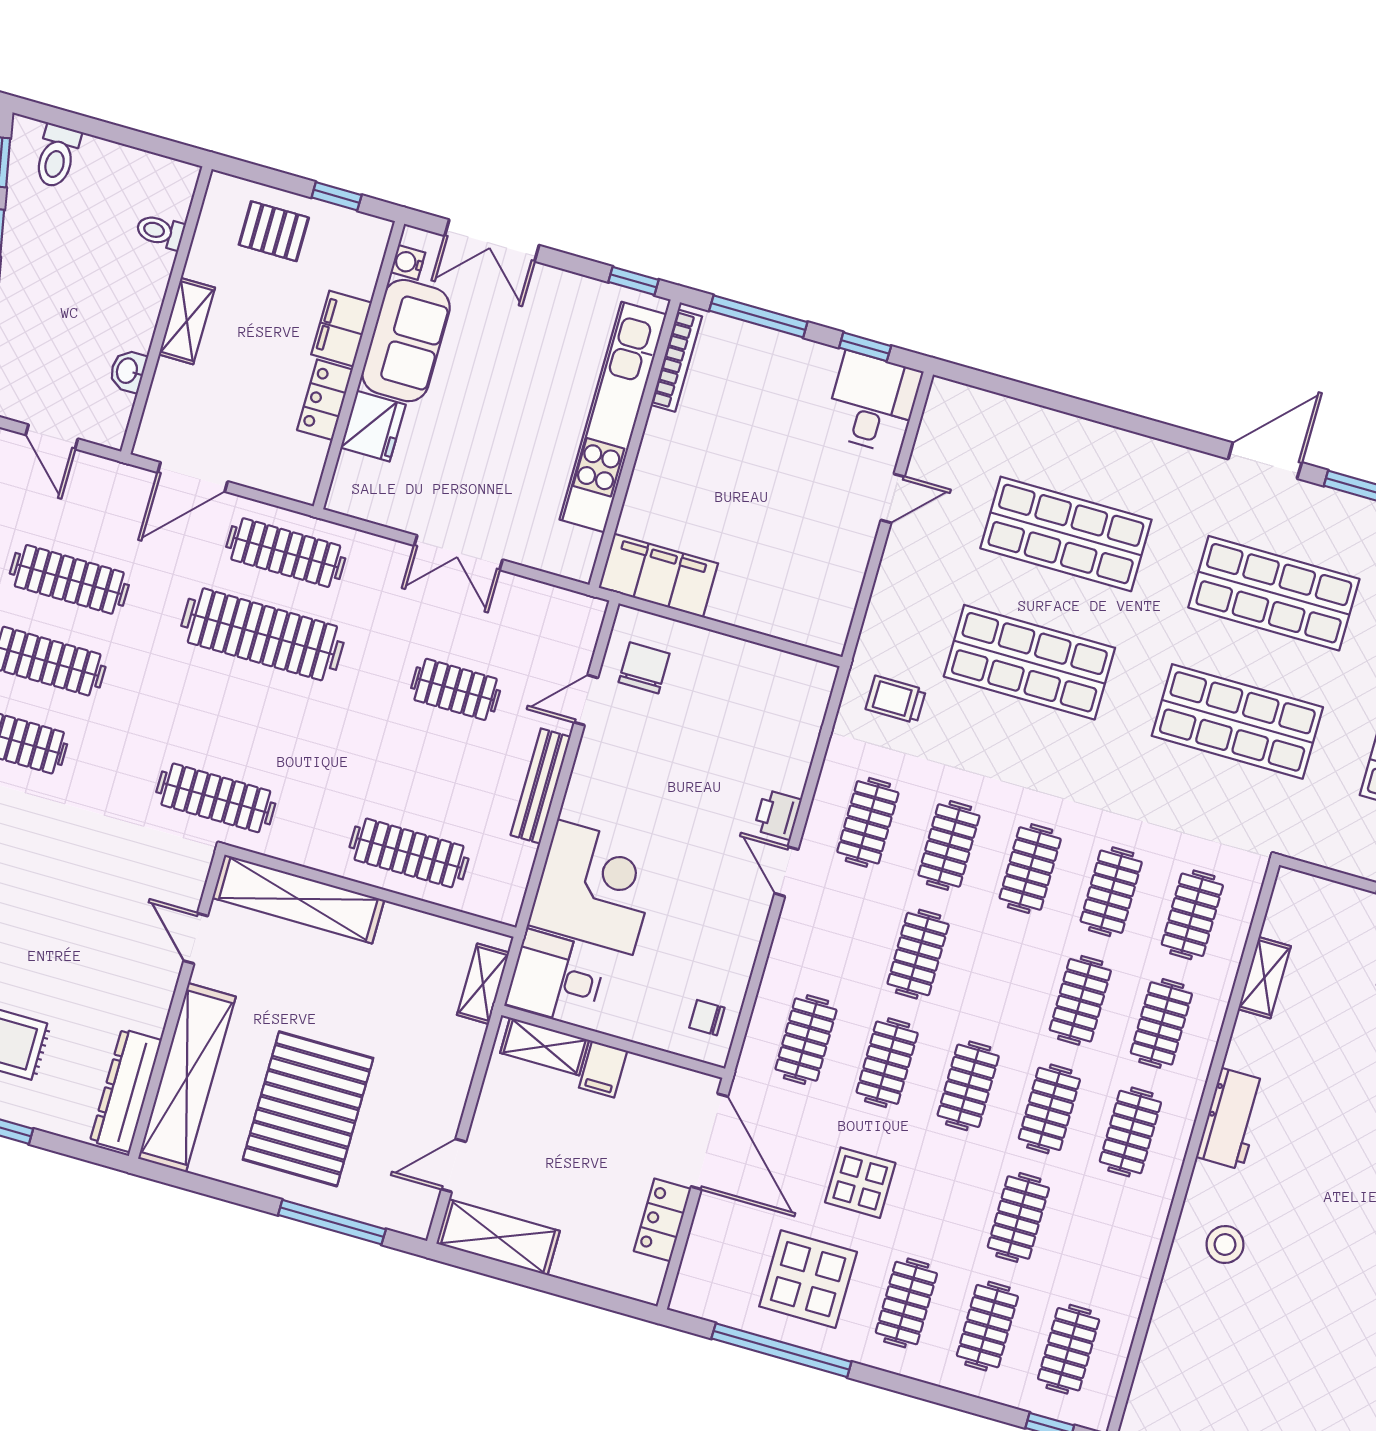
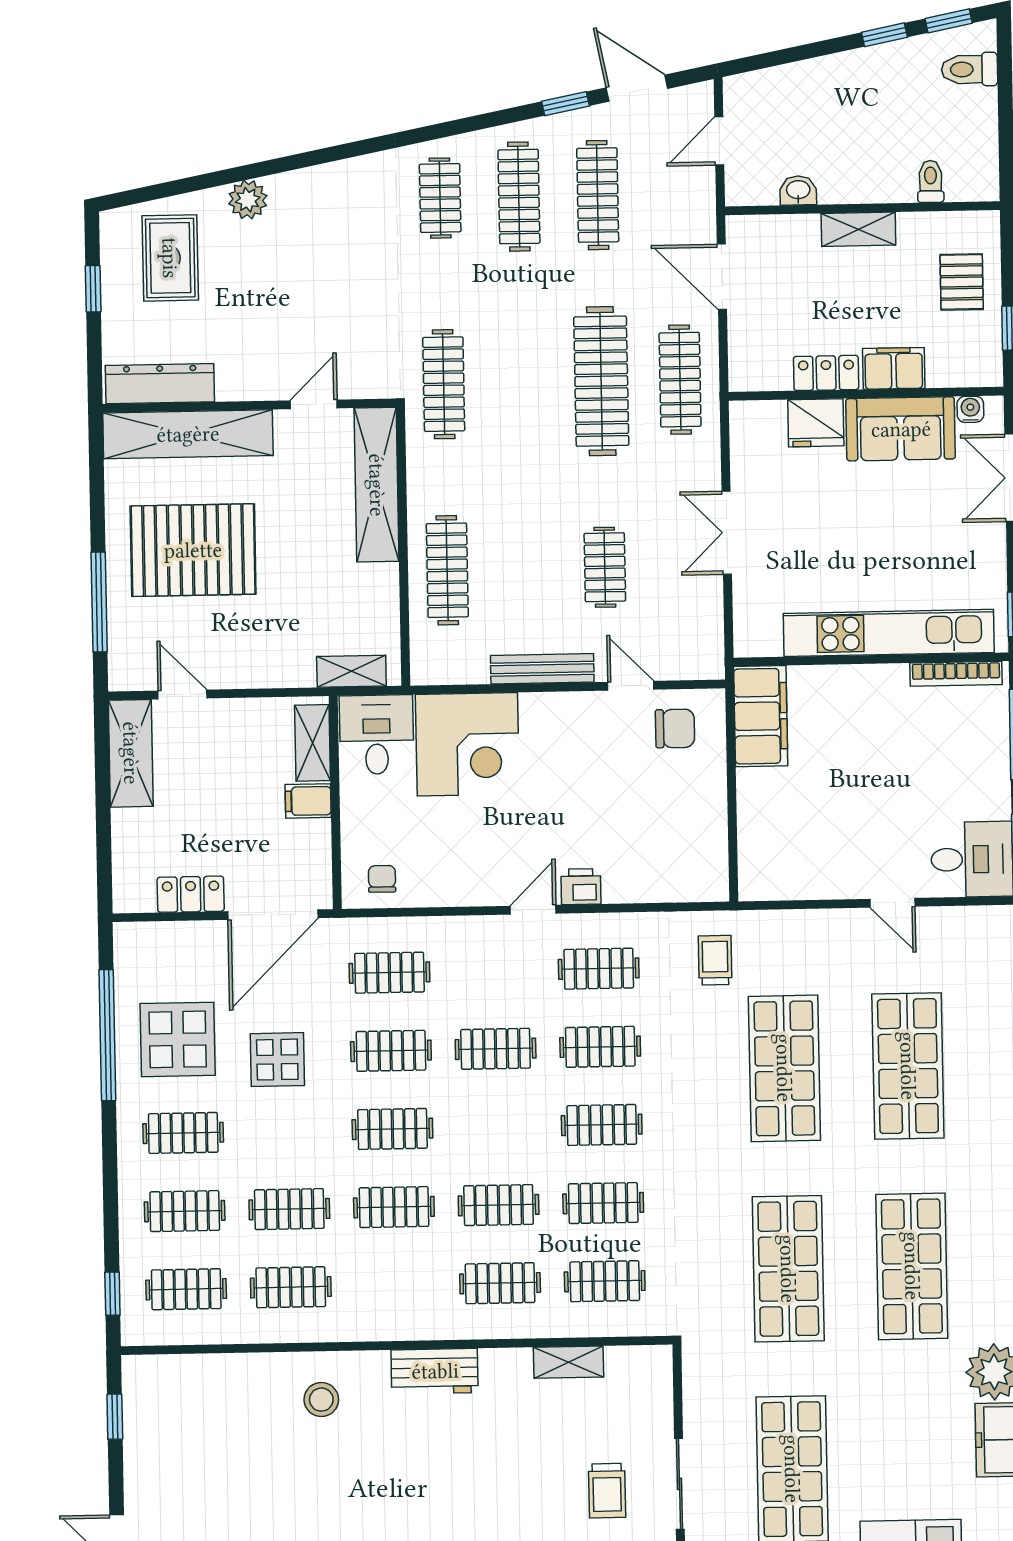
clothes rail: (1130, 1132) -> (291, 1287), moved

